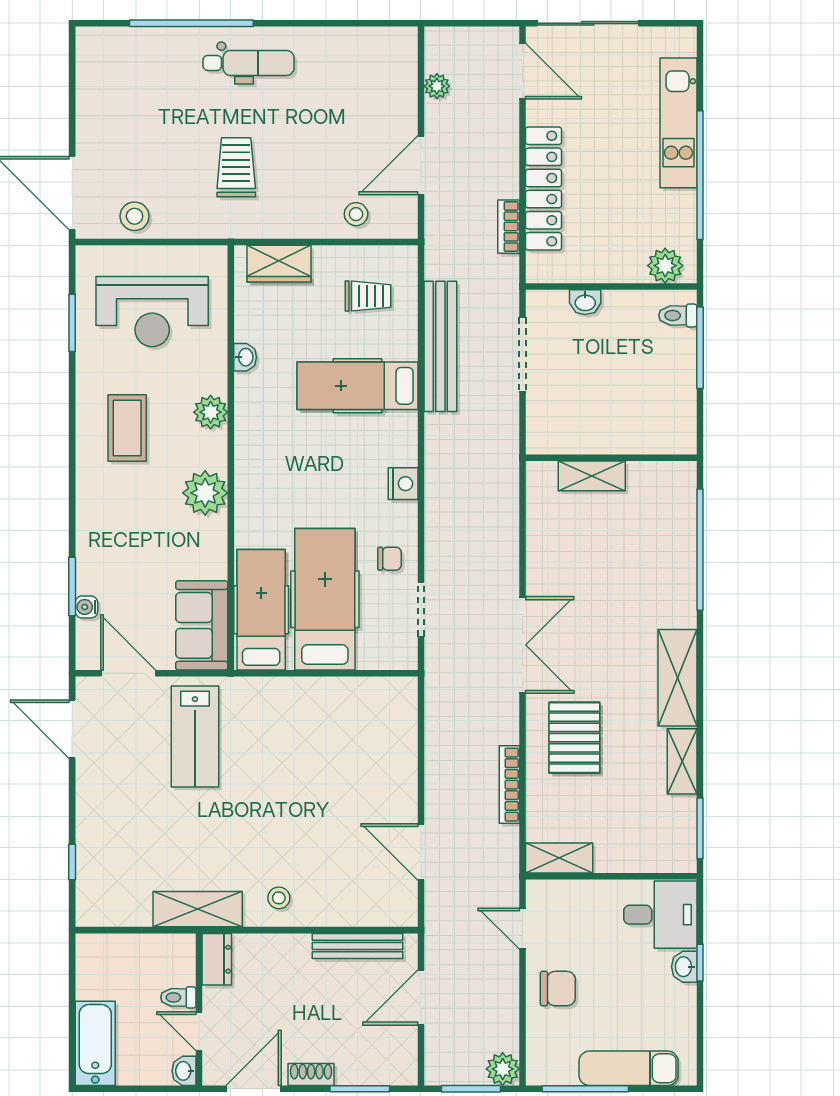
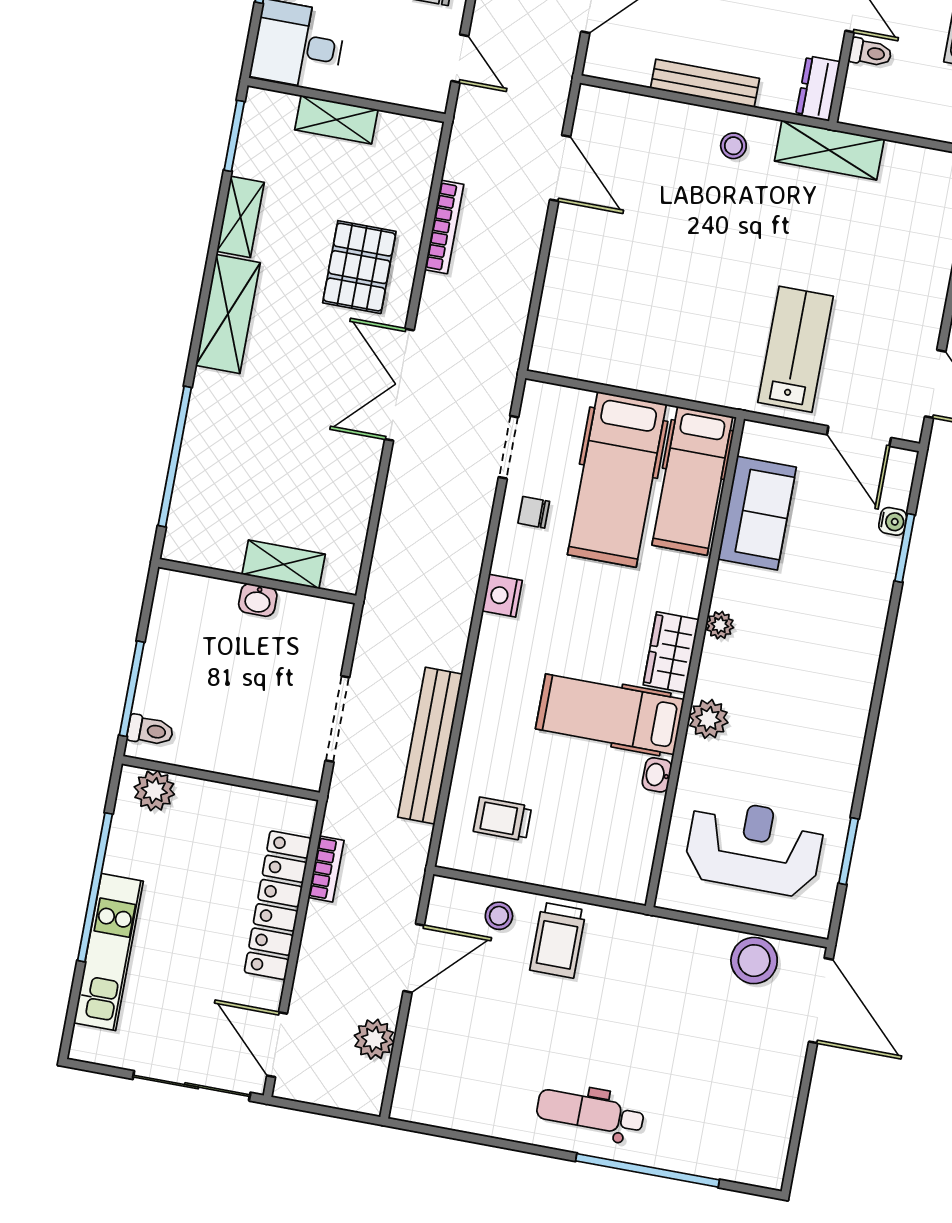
plant: (437, 86) -> (374, 1039), width x1.38, depth x1.38
trolley: (236, 167) -> (558, 940), moved
stool: (135, 216) -> (754, 961), width x1.38, depth x1.38
wardrobe: (279, 264) -> (671, 652), moved, turned -90
washbasin: (585, 302) -> (258, 600), moved, turned 180
hospital bed: (358, 386) -> (610, 714), moved, turned 180
coffee table: (127, 428) -> (808, 719), removed
plant: (205, 493) -> (720, 625), width x0.53, depth x0.53
sofa: (202, 625) -> (757, 513), moved
shelving: (559, 858) -> (336, 120), moved
bench: (358, 946) -> (705, 83), moved

